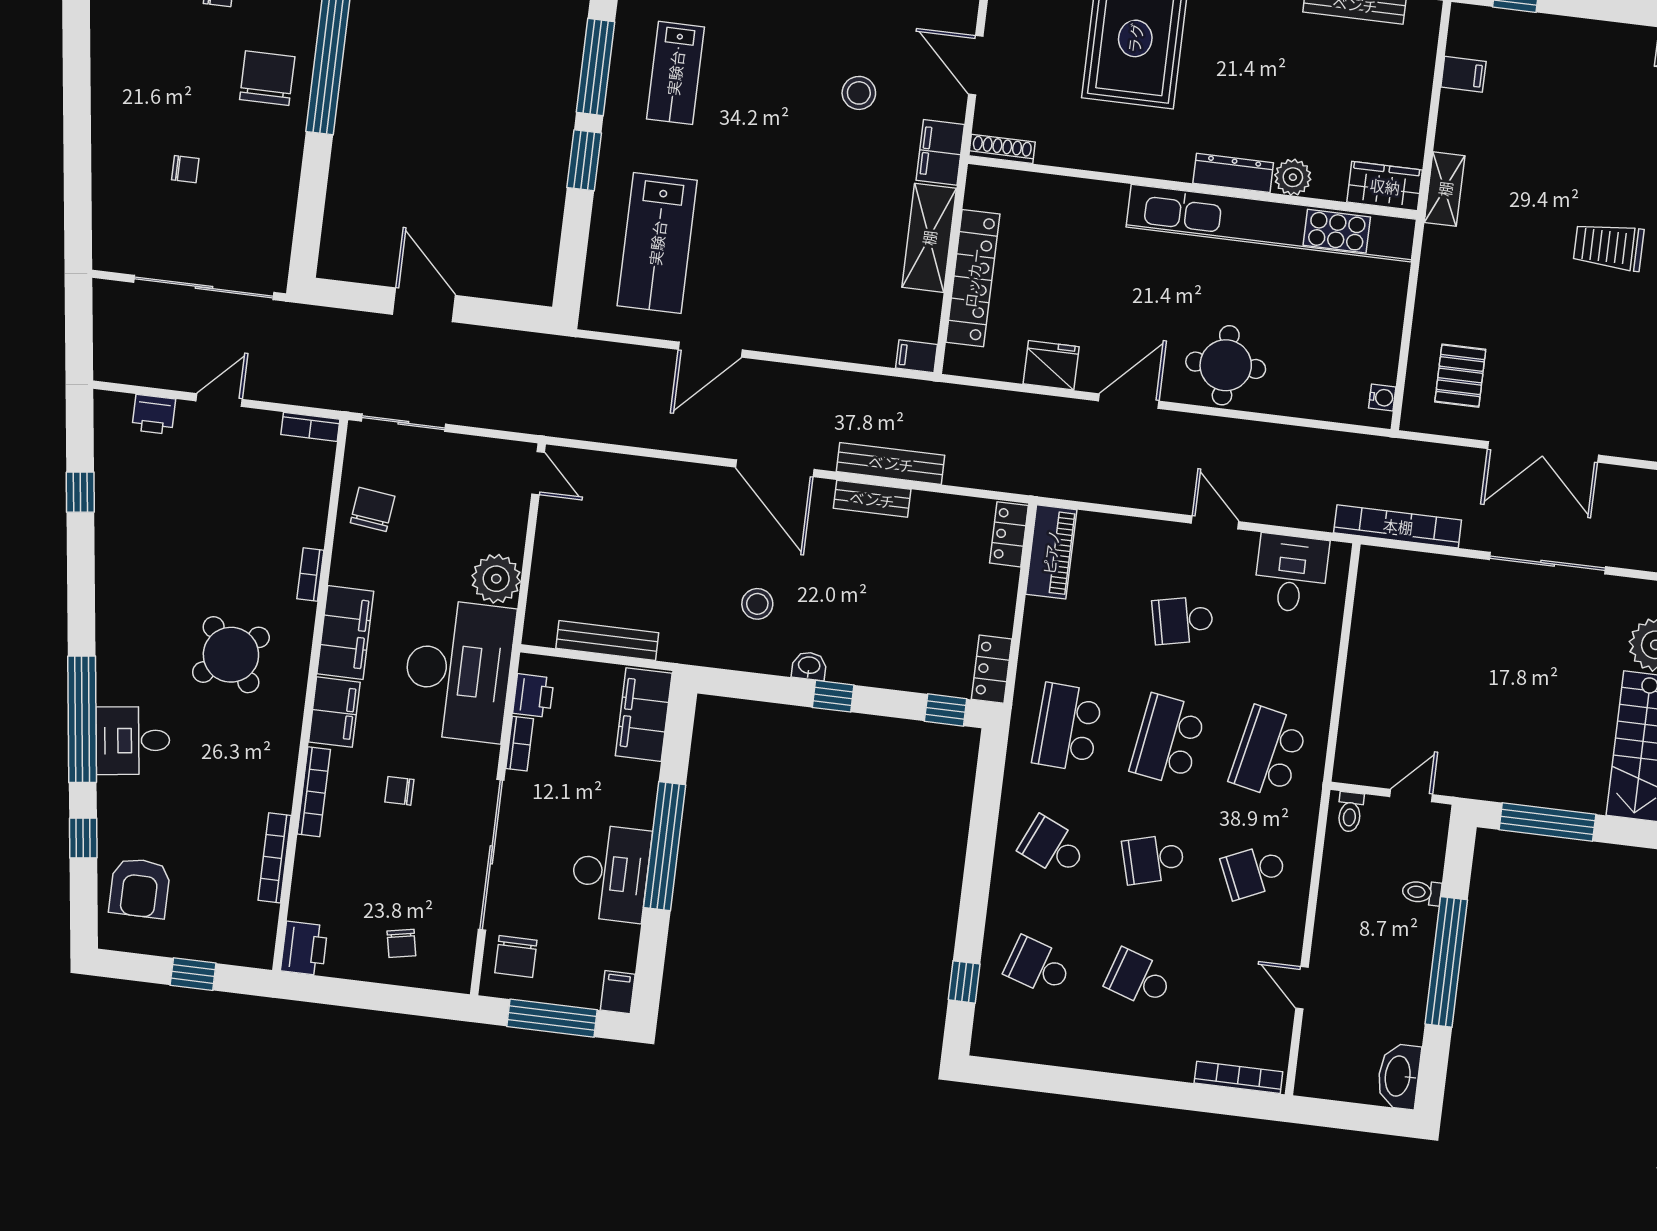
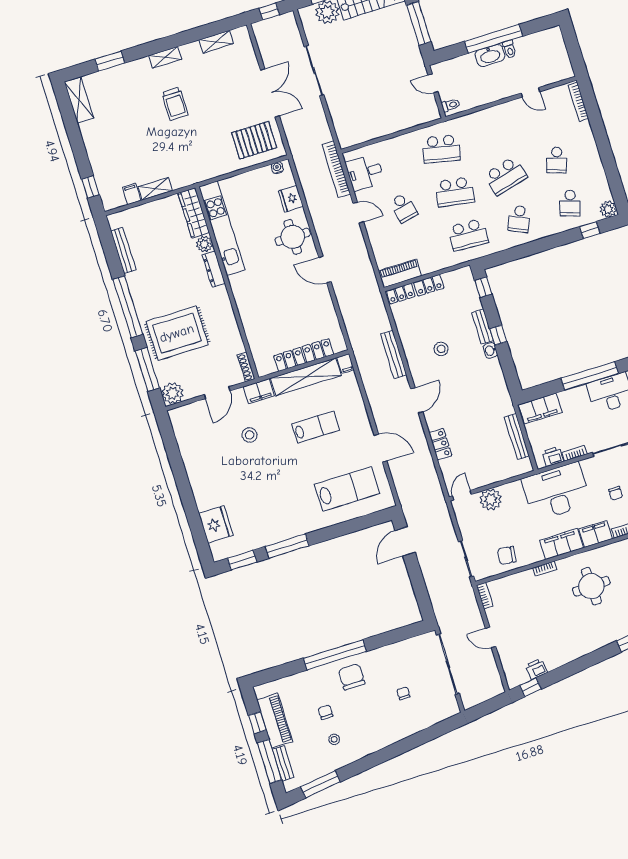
lab bench: (675, 73) -> (316, 427), moved
chair: (267, 78) -> (352, 677), turned 90
window: (584, 160) -> (327, 534), removed
wardrobe: (1385, 186) -> (194, 213), width x1.50
shelving: (1445, 189) -> (155, 189), moved
kitchen unit: (1271, 223) -> (222, 228), width x0.73
shelving: (929, 238) -> (306, 377), width x1.47
door: (424, 305) -> (405, 541), moved
fridge: (1051, 365) -> (291, 199), moved
pallet: (1460, 376) -> (254, 140), width x1.50, depth x1.42
printer: (154, 414) -> (536, 669), moved, turned -97
door: (775, 468) -> (417, 400), width x0.73
locker: (663, 476) -> (440, 444), added
window: (80, 492) -> (531, 687), moved
bench: (872, 499) -> (483, 327), moved
door: (1215, 522) -> (358, 213), swing flipped
bookcase: (1398, 526) -> (336, 169), moved
plant: (496, 579) -> (491, 500), moved
stool: (757, 604) -> (441, 349), moved
round table: (231, 655) -> (591, 586), turned 37
locker: (992, 669) -> (429, 285), moved
school desk: (1153, 859) -> (506, 176), width x1.85
school desk: (1254, 871) -> (492, 133), removed
toilet: (1422, 892) -> (510, 49), moved
door: (1302, 988) -> (531, 92), hinge flipped
plant: (990, 1039) -> (608, 209), added
washbasin: (1399, 1076) -> (490, 55), moved

